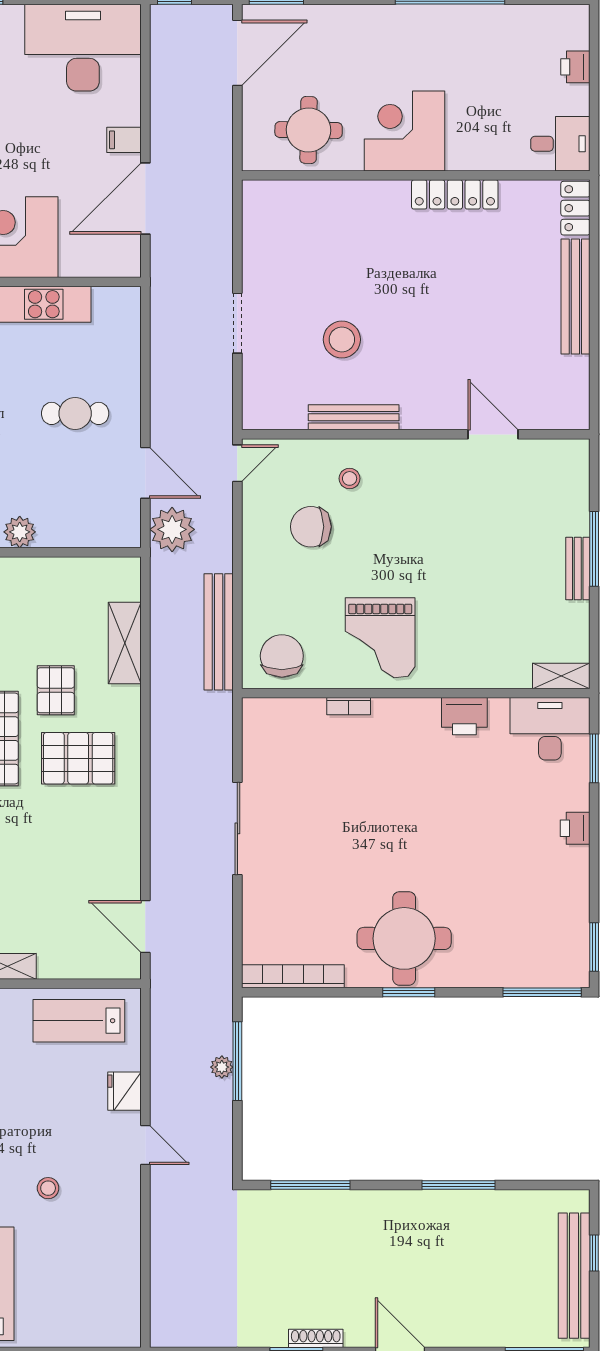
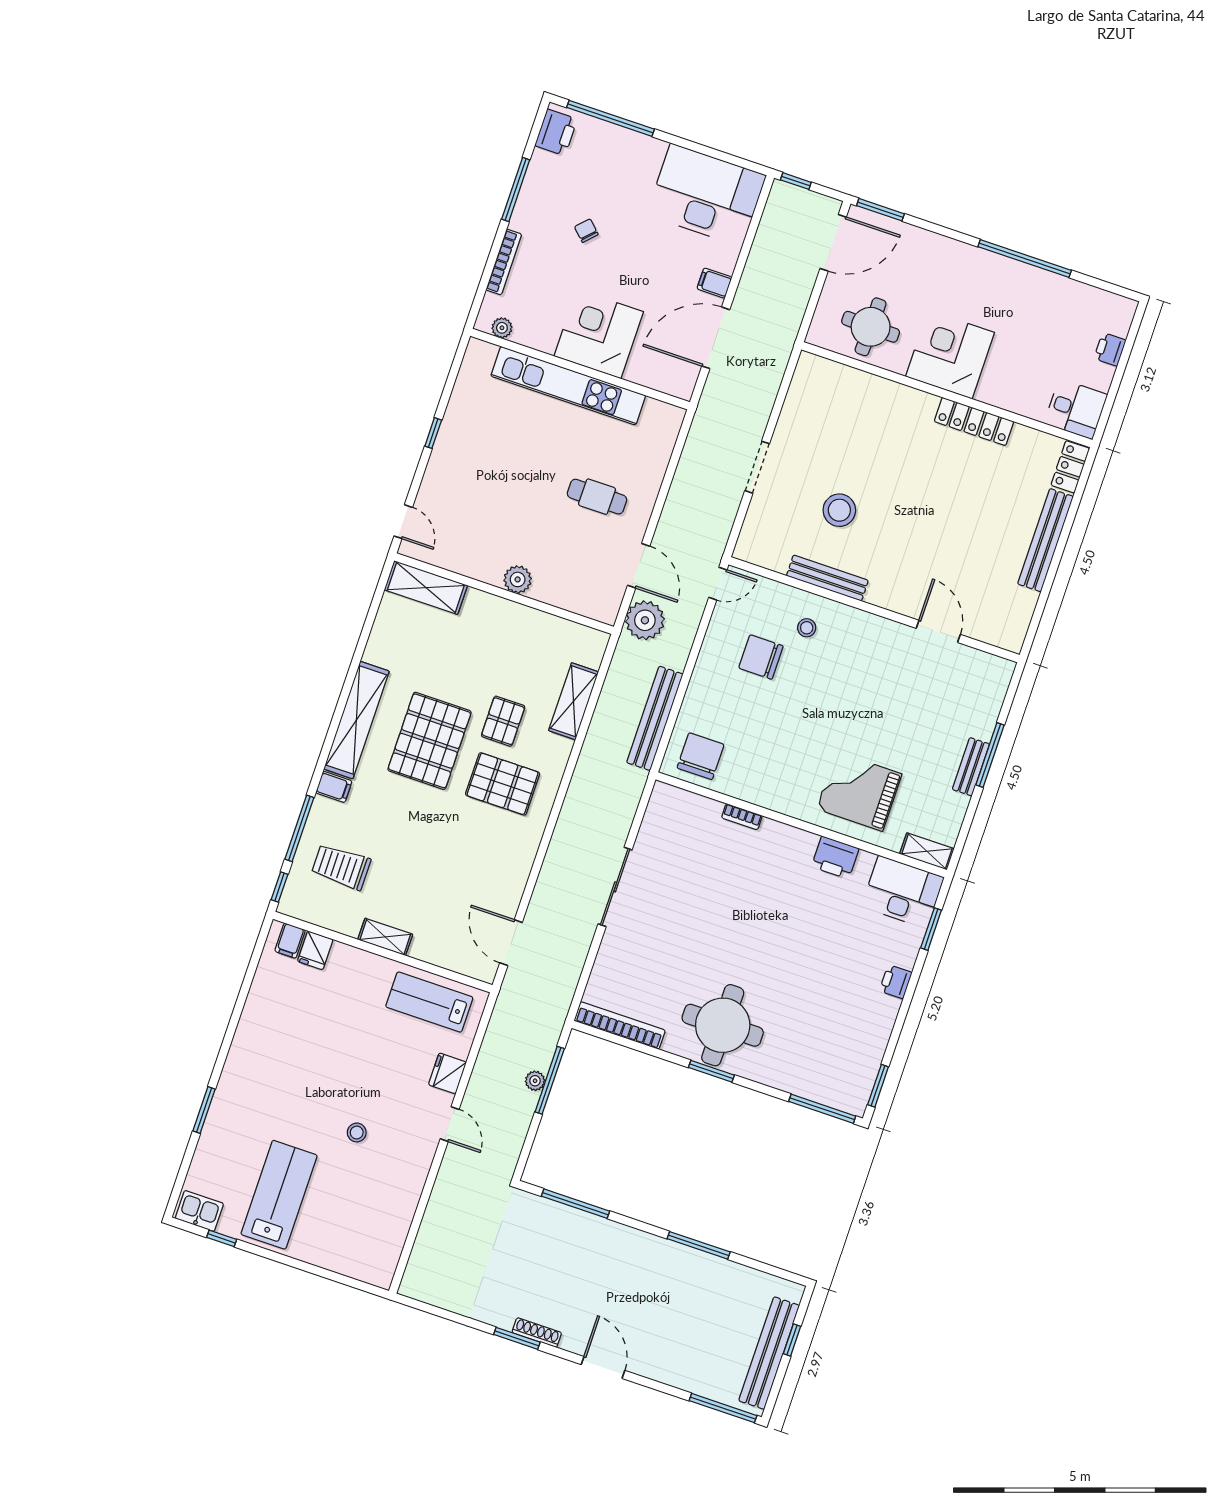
grand piano: (380, 638) -> (859, 791), moved, turned 90

